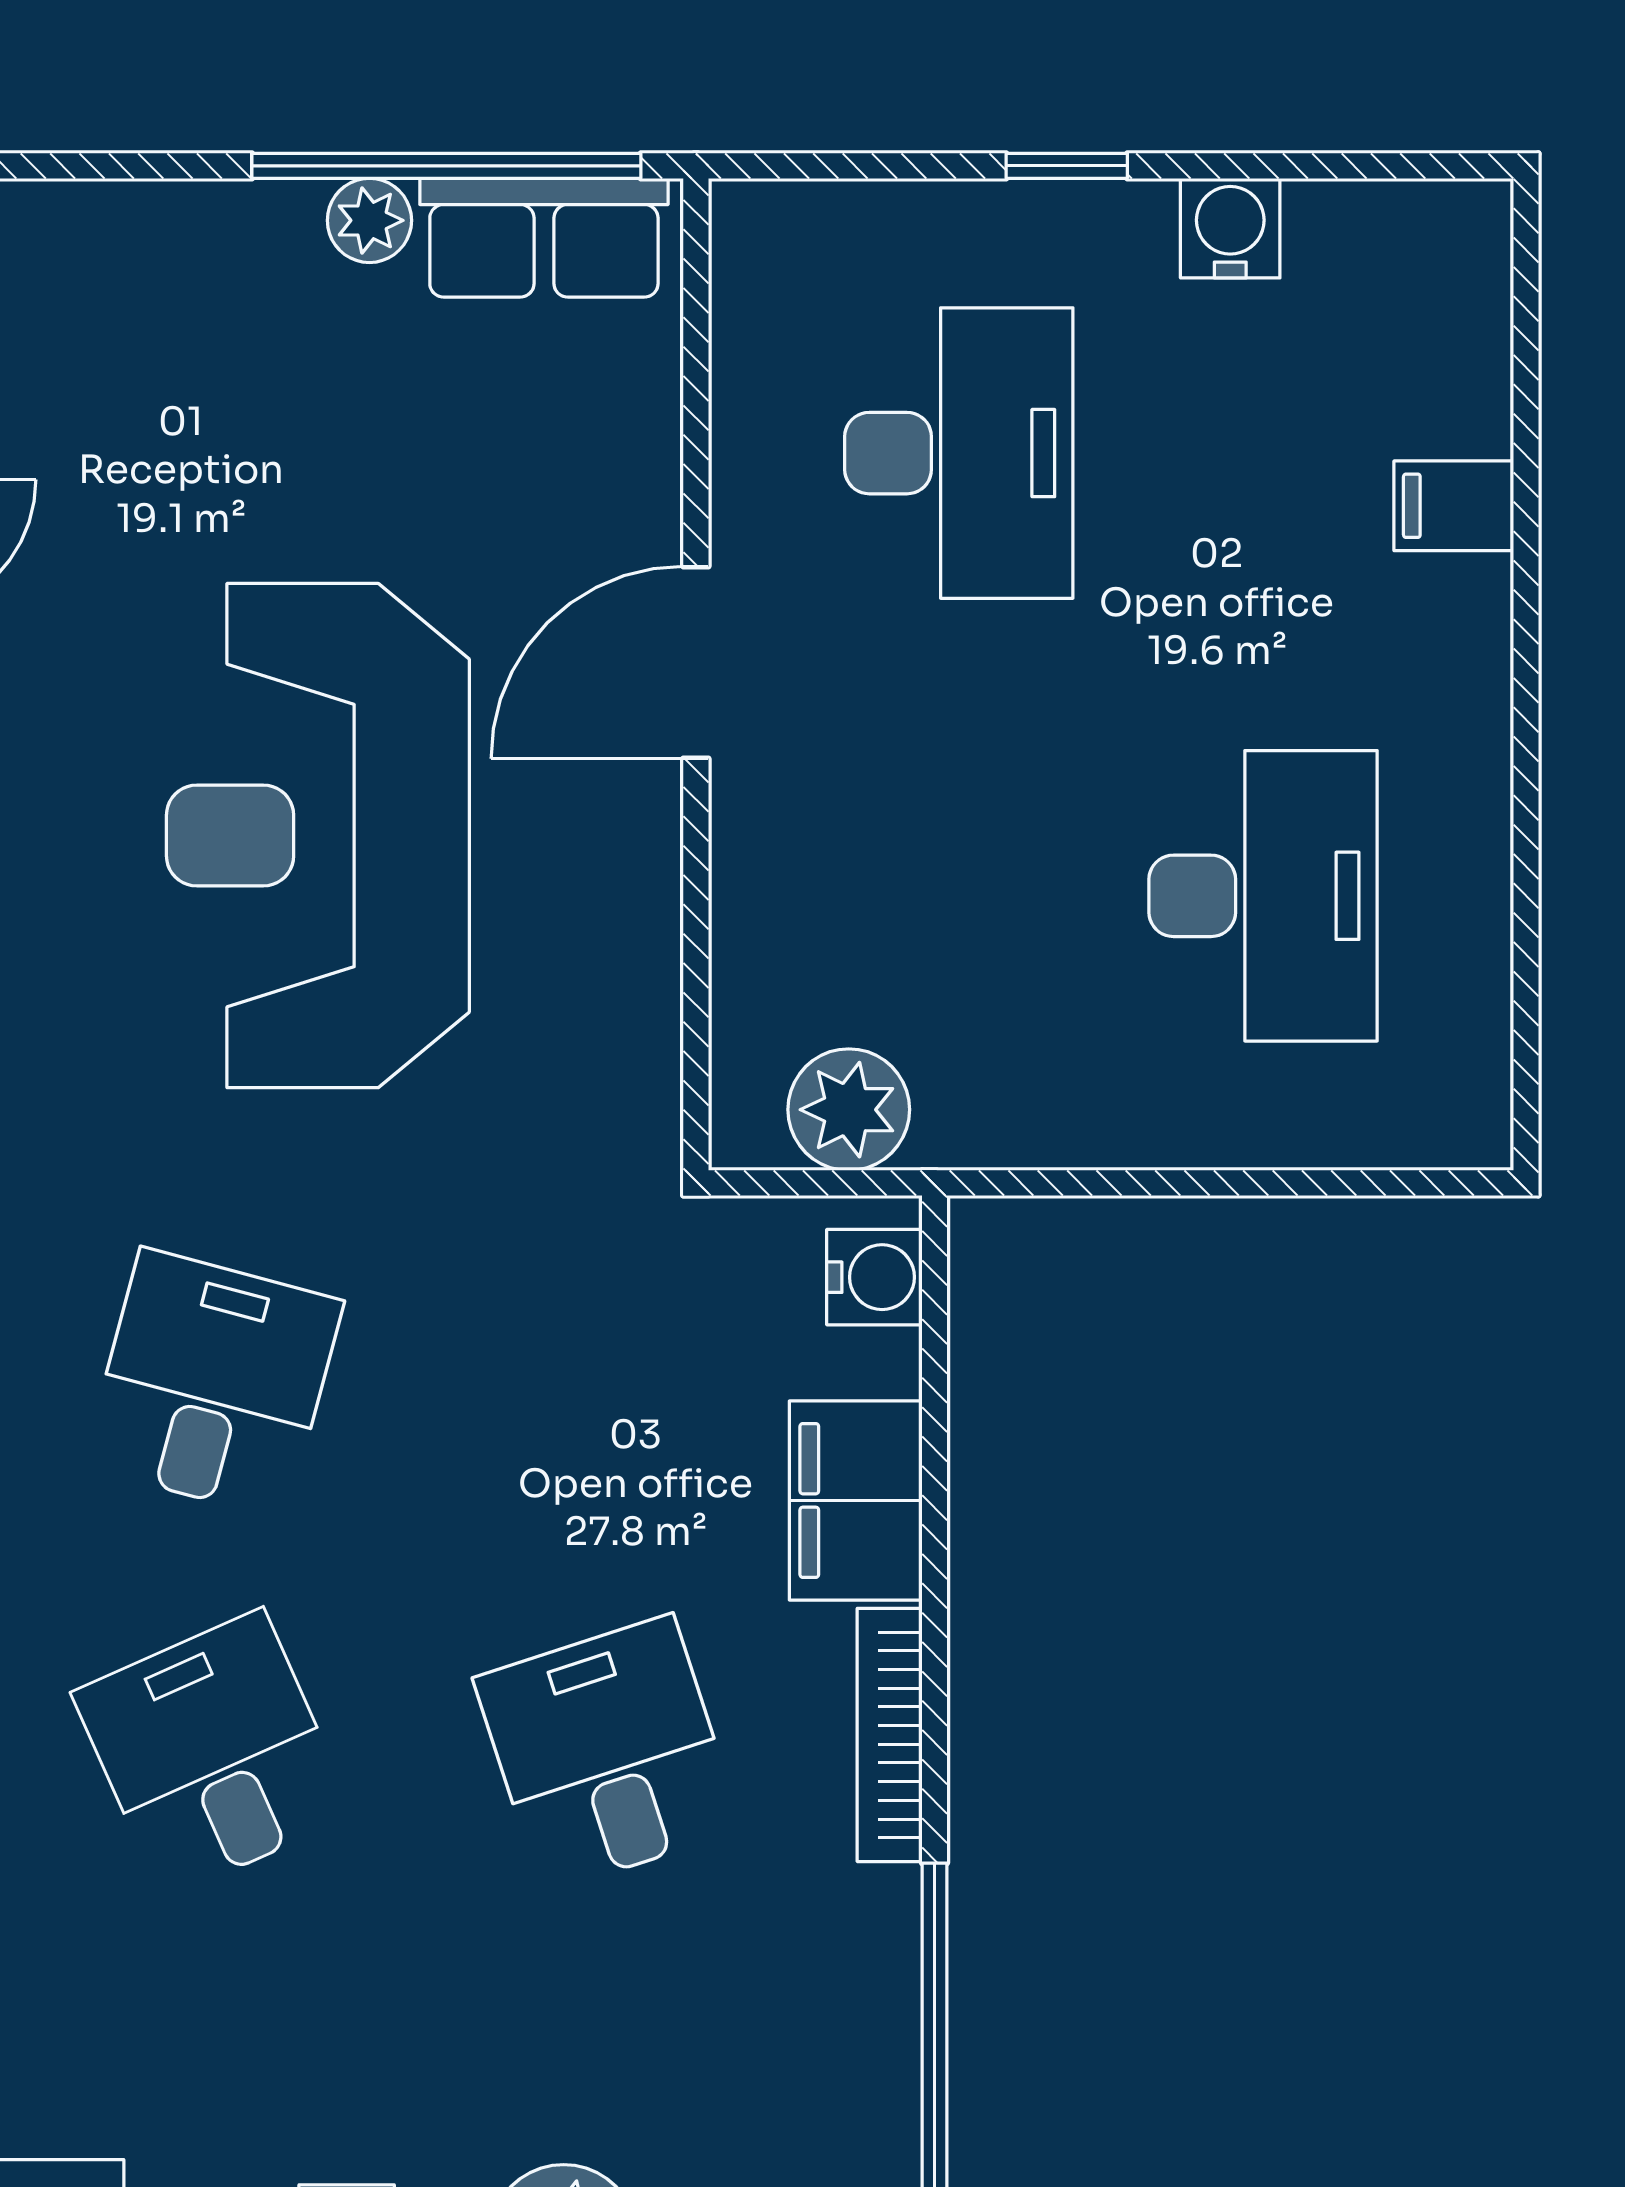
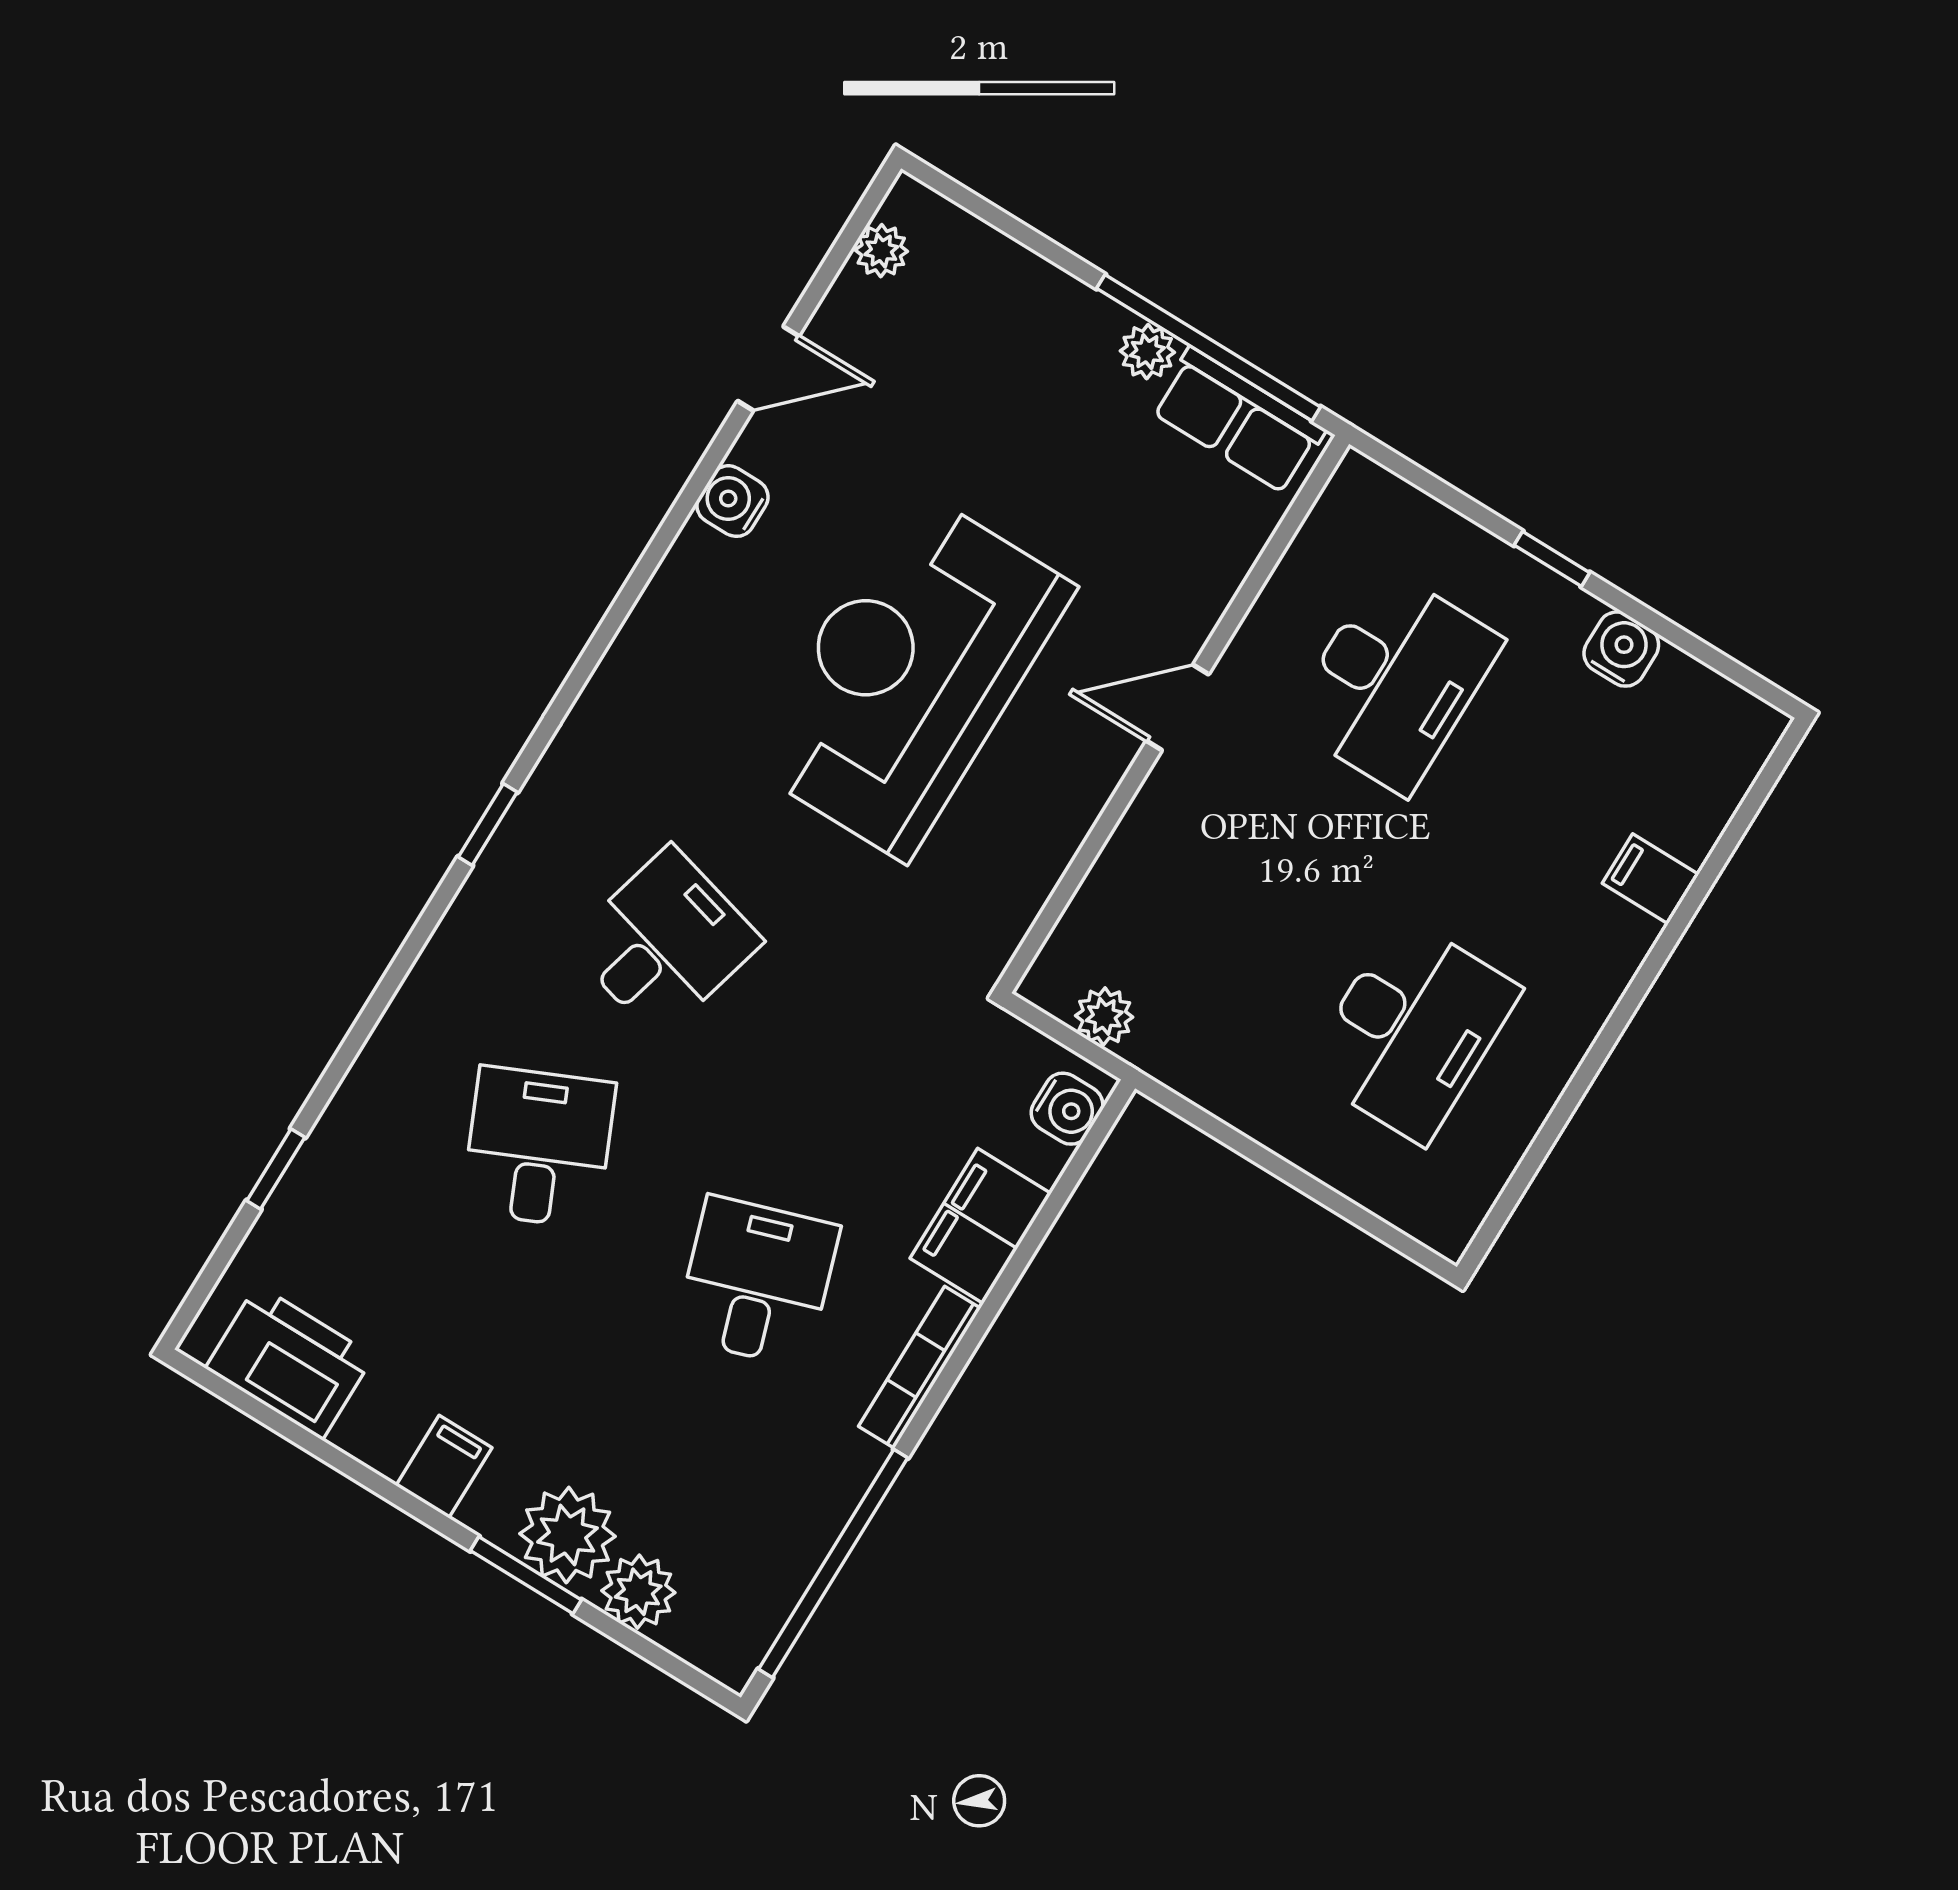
door: (696, 662) -> (1177, 708), width x0.73
plant: (849, 1110) -> (1104, 1016), width x0.73, depth x0.73

